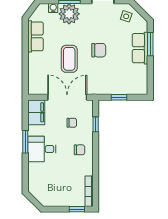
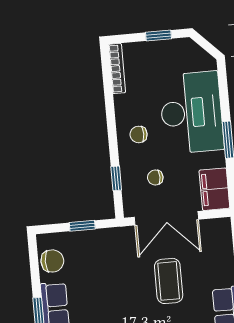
chair: (99, 50) -> (52, 261), moved, turned 180
desk: (42, 149) -> (191, 113), width x1.87, depth x1.30
window: (77, 209) -> (158, 35), moved

